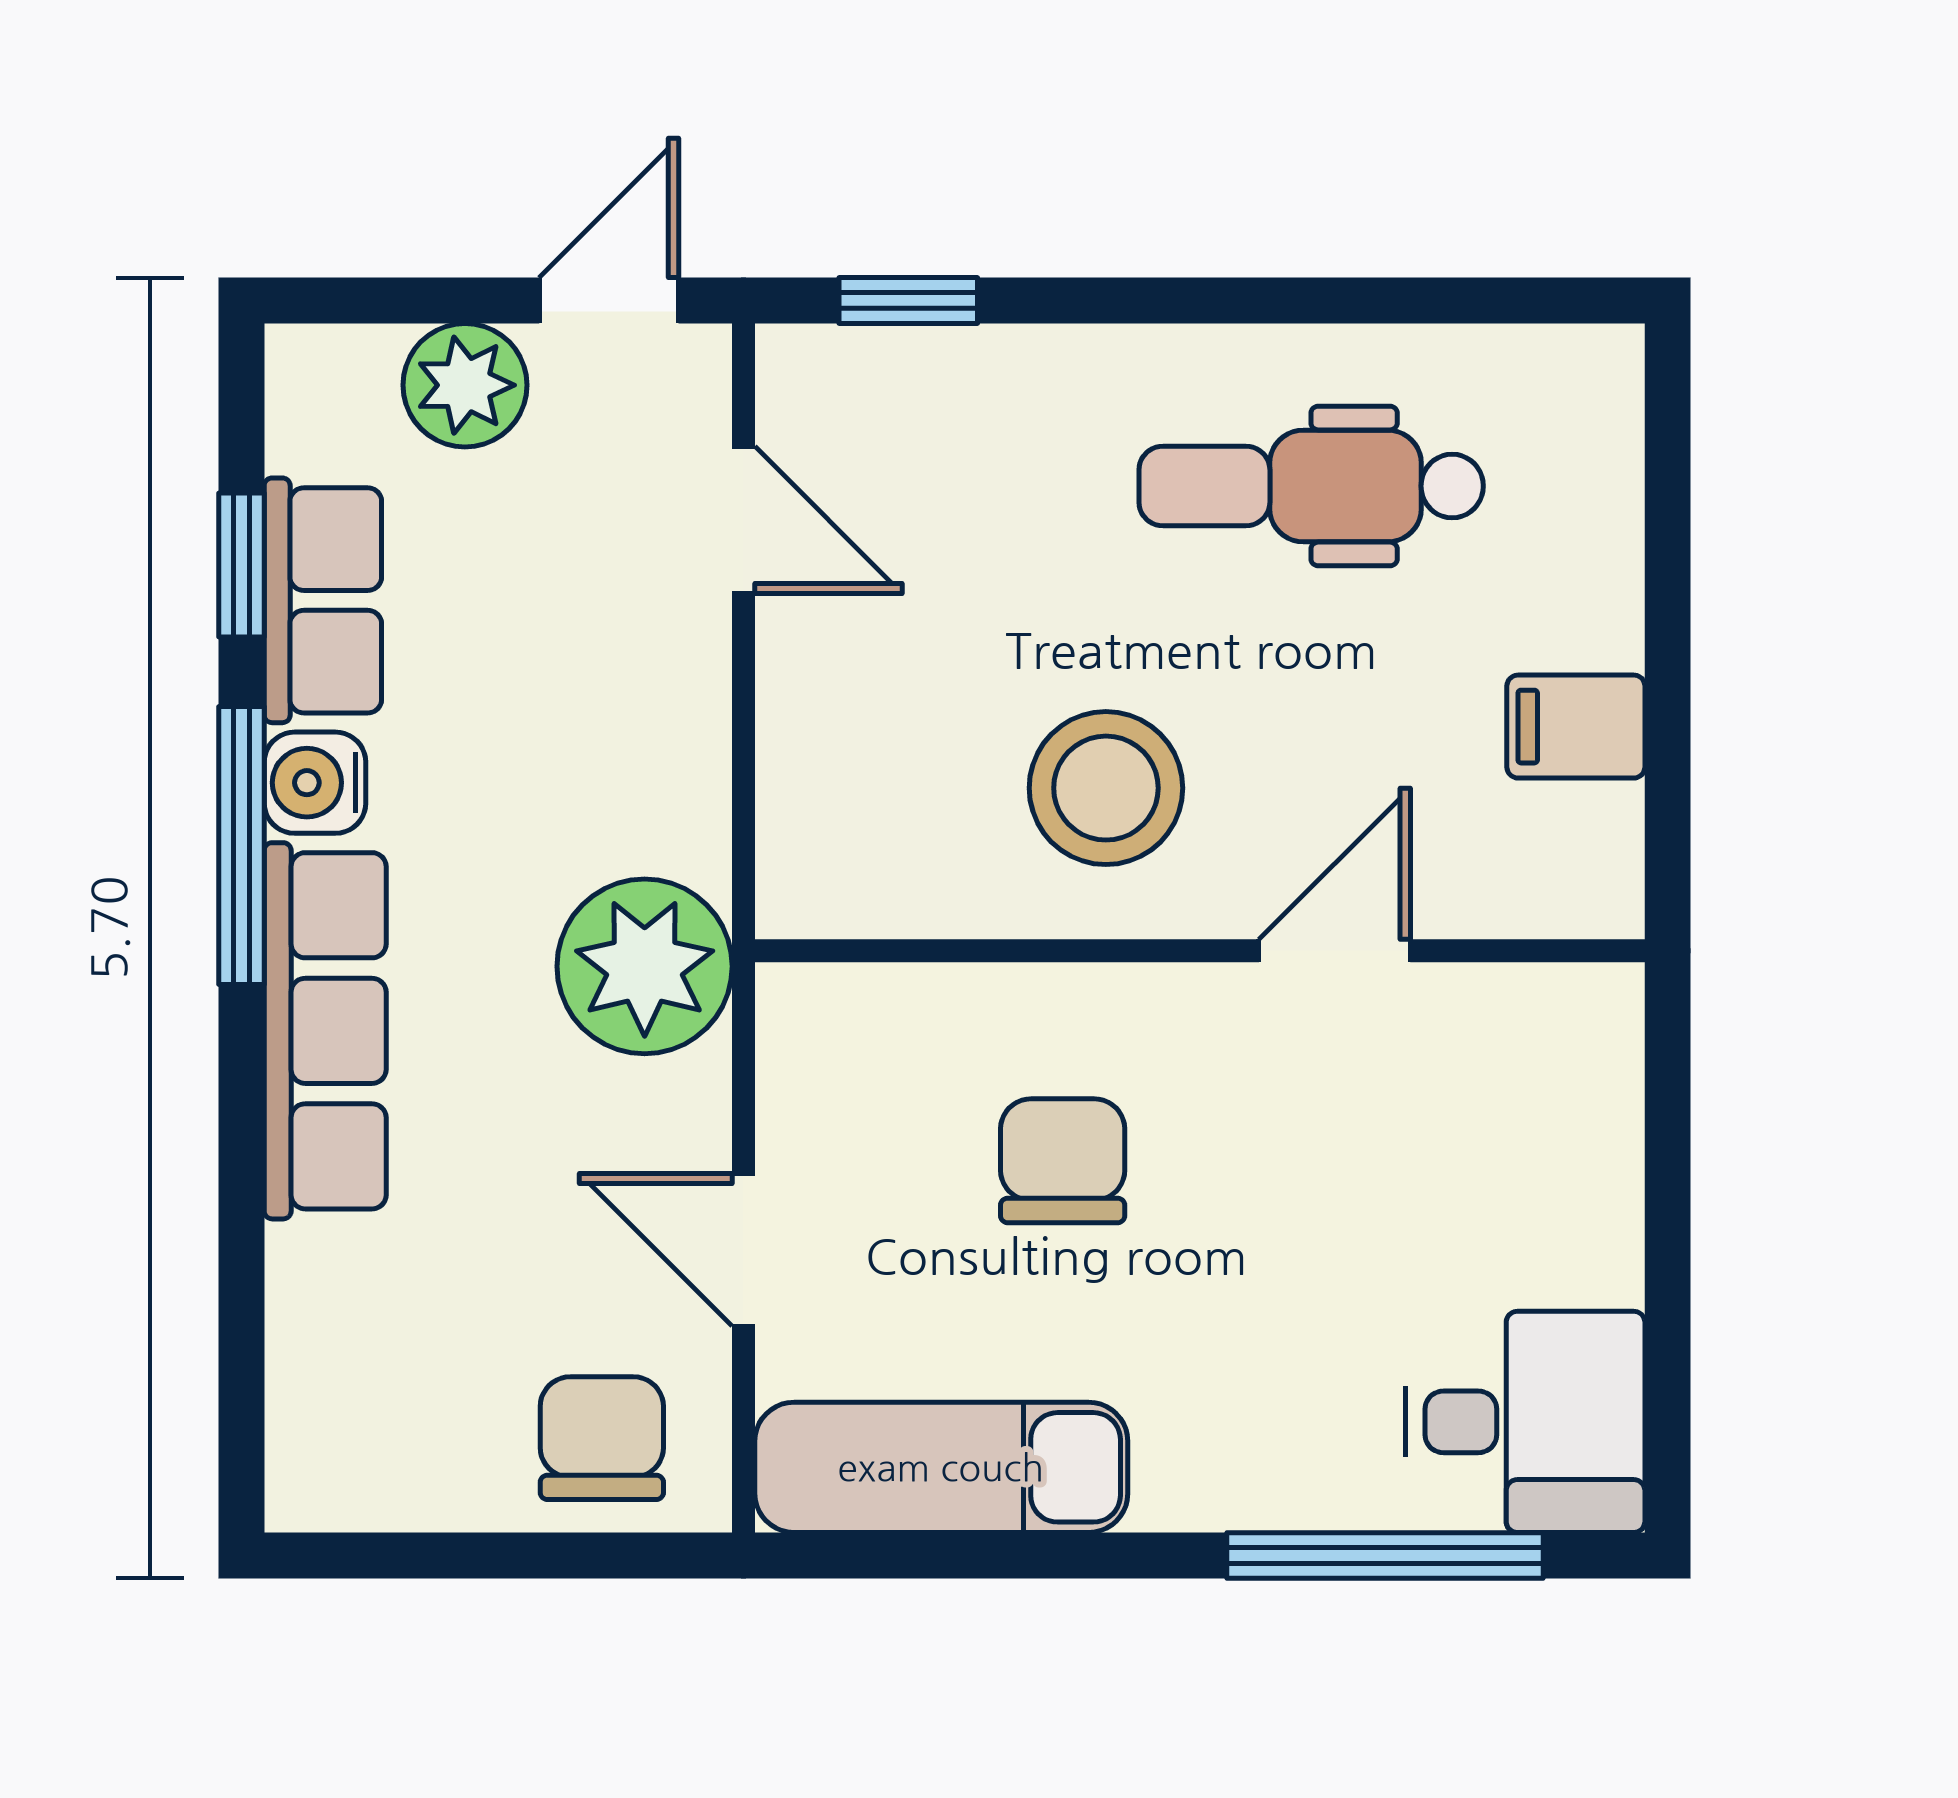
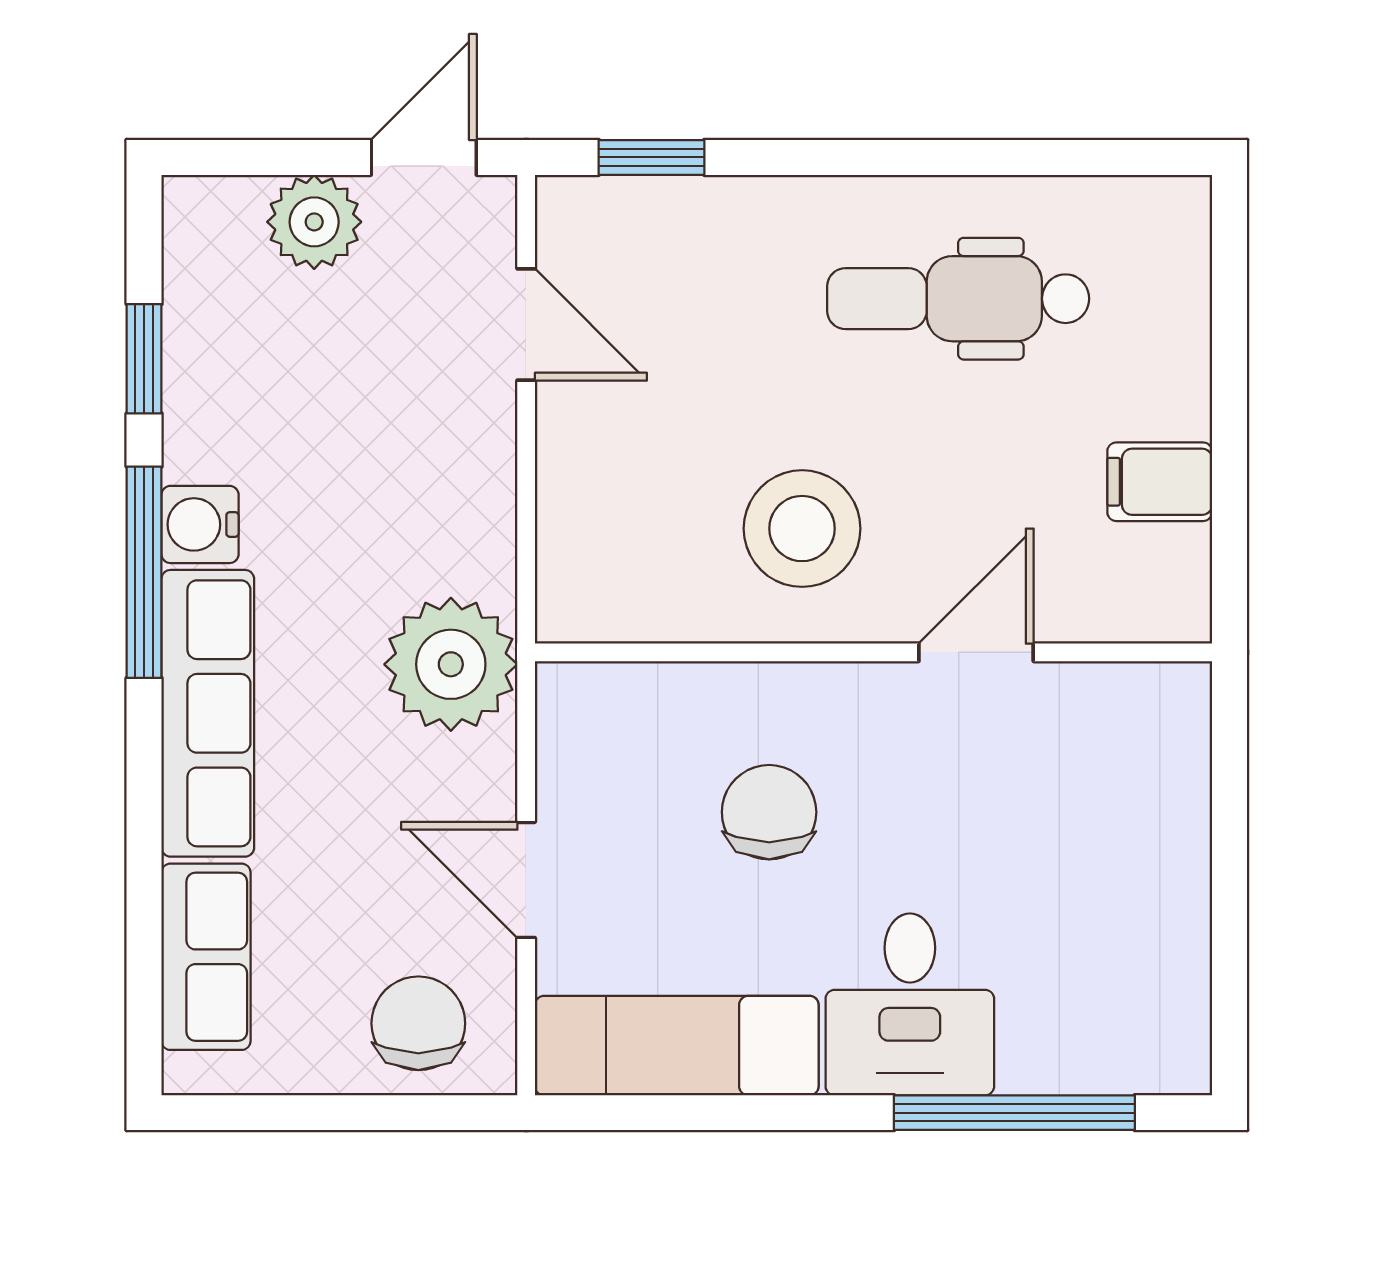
row of seats: (323, 600) -> (206, 957), moved
desk: (1525, 1422) -> (910, 1004), moved, turned 90

